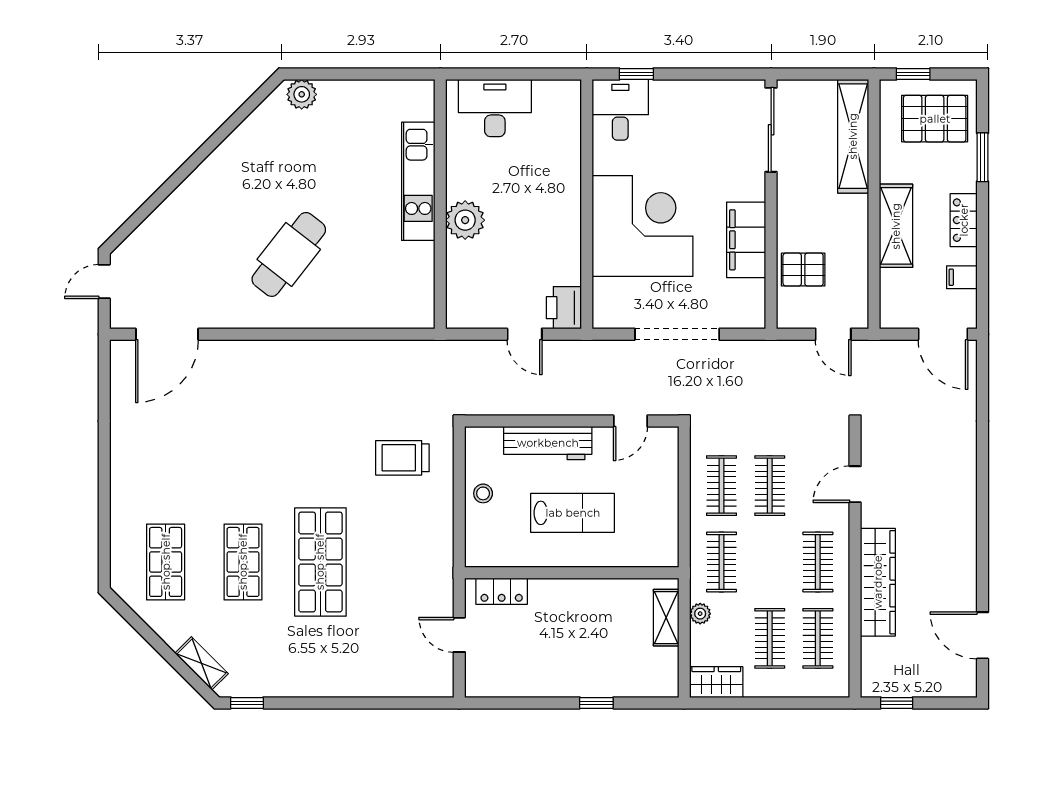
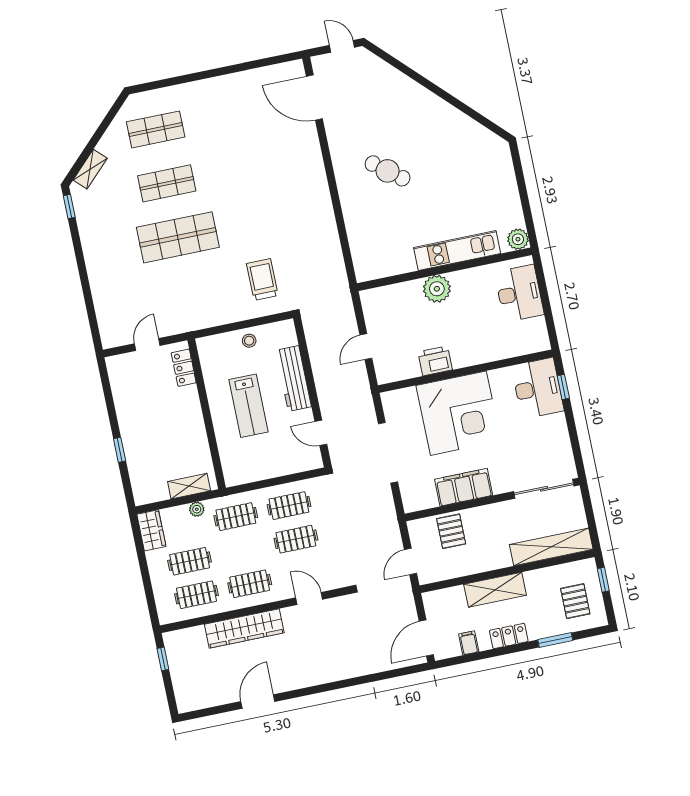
plant: (302, 94) -> (518, 239), moved
desk: (620, 110) -> (538, 388), width x1.37
pallet: (935, 119) -> (575, 601), width x0.67, depth x0.71
cafe table: (289, 254) -> (388, 171), width x0.73, depth x0.74
printer: (564, 308) -> (435, 361), moved
door: (982, 635) -> (258, 702), moved

